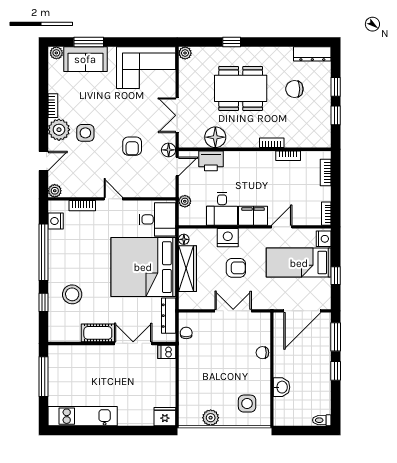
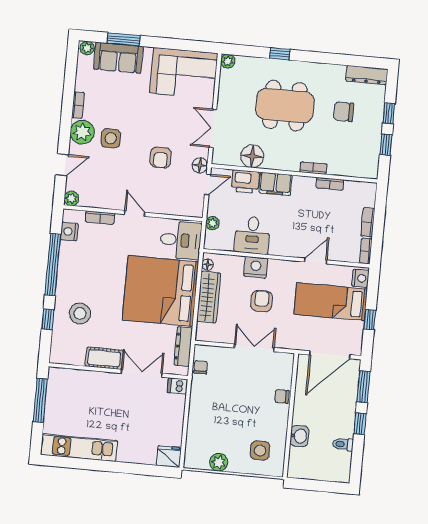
bookcase: (326, 173) -> (368, 222), moved
filing cabinet: (253, 216) -> (275, 184), moved, turned 180
armchair: (236, 268) -> (262, 301), turned -90
toilet: (322, 420) -> (343, 444), moved

